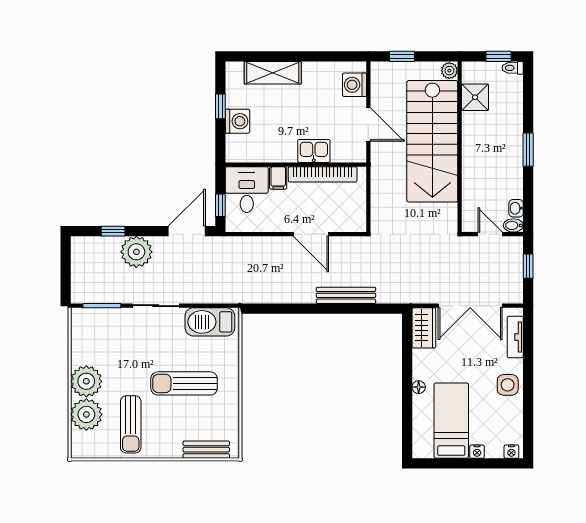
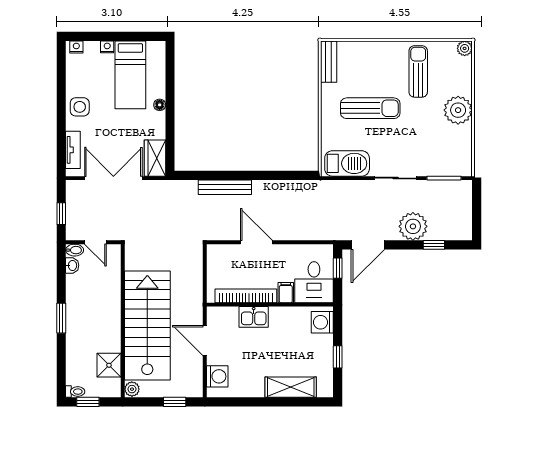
washing machine: (237, 121) -> (322, 322), moved
plant: (86, 414) -> (465, 48), moved, width x0.53, depth x0.53
bench: (206, 450) -> (329, 62), moved, turned 90

